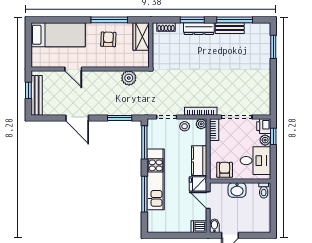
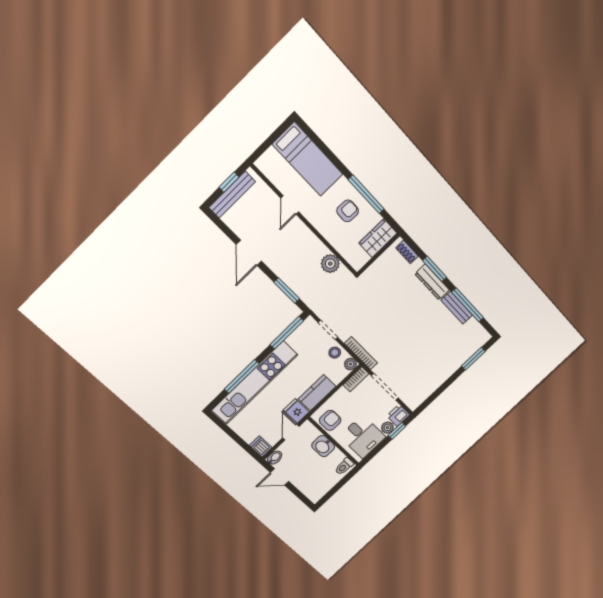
kitchen unit: (156, 179) -> (255, 383), width x1.36

